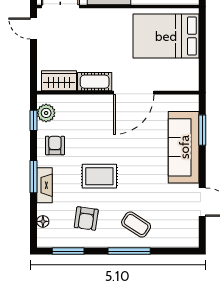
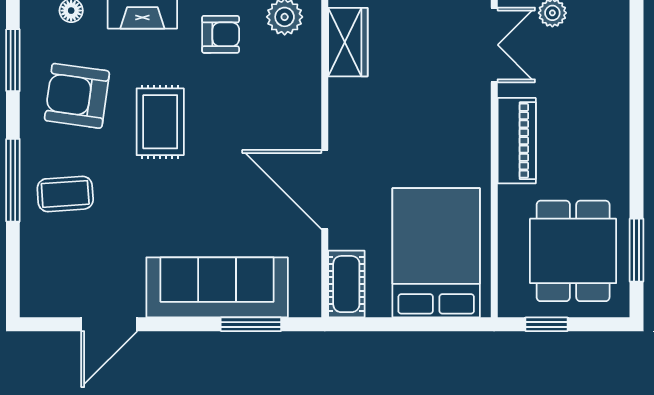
cot: (95, 82) -> (346, 284), moved
armchair: (86, 218) -> (77, 96), width x1.38, depth x1.38
coffee table: (136, 224) -> (65, 194), turned 53

